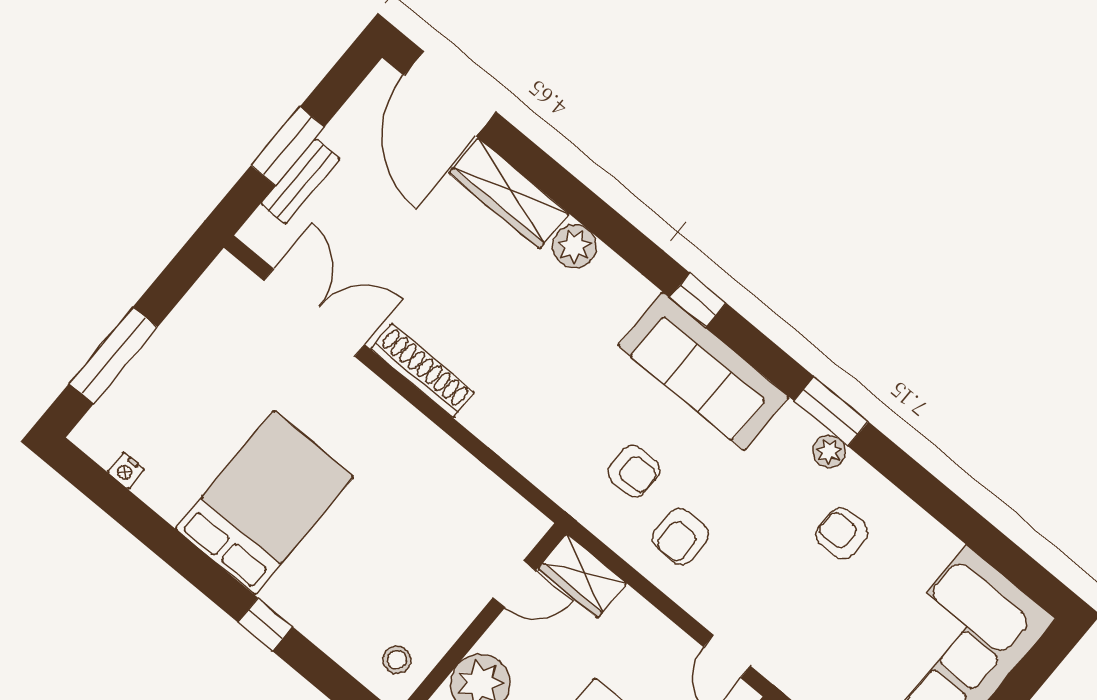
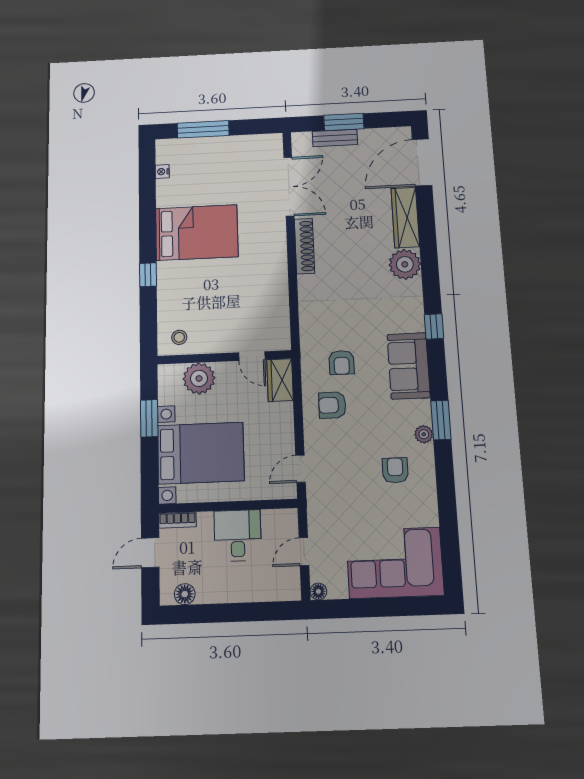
plant: (574, 246) -> (405, 264), width x1.36, depth x1.36
sofa: (703, 371) -> (409, 366), width x0.73

